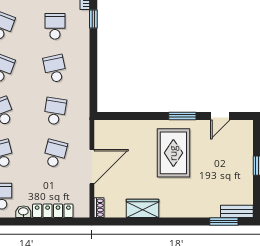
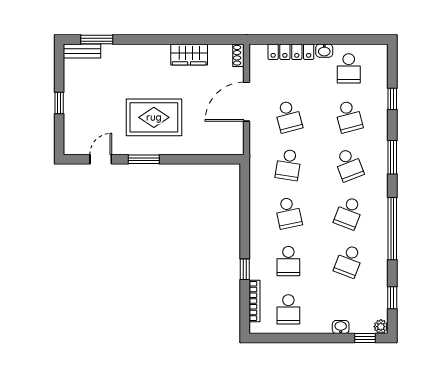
rug: (173, 153) -> (154, 117), turned 90
school desk: (55, 154) -> (288, 116), turned -30

